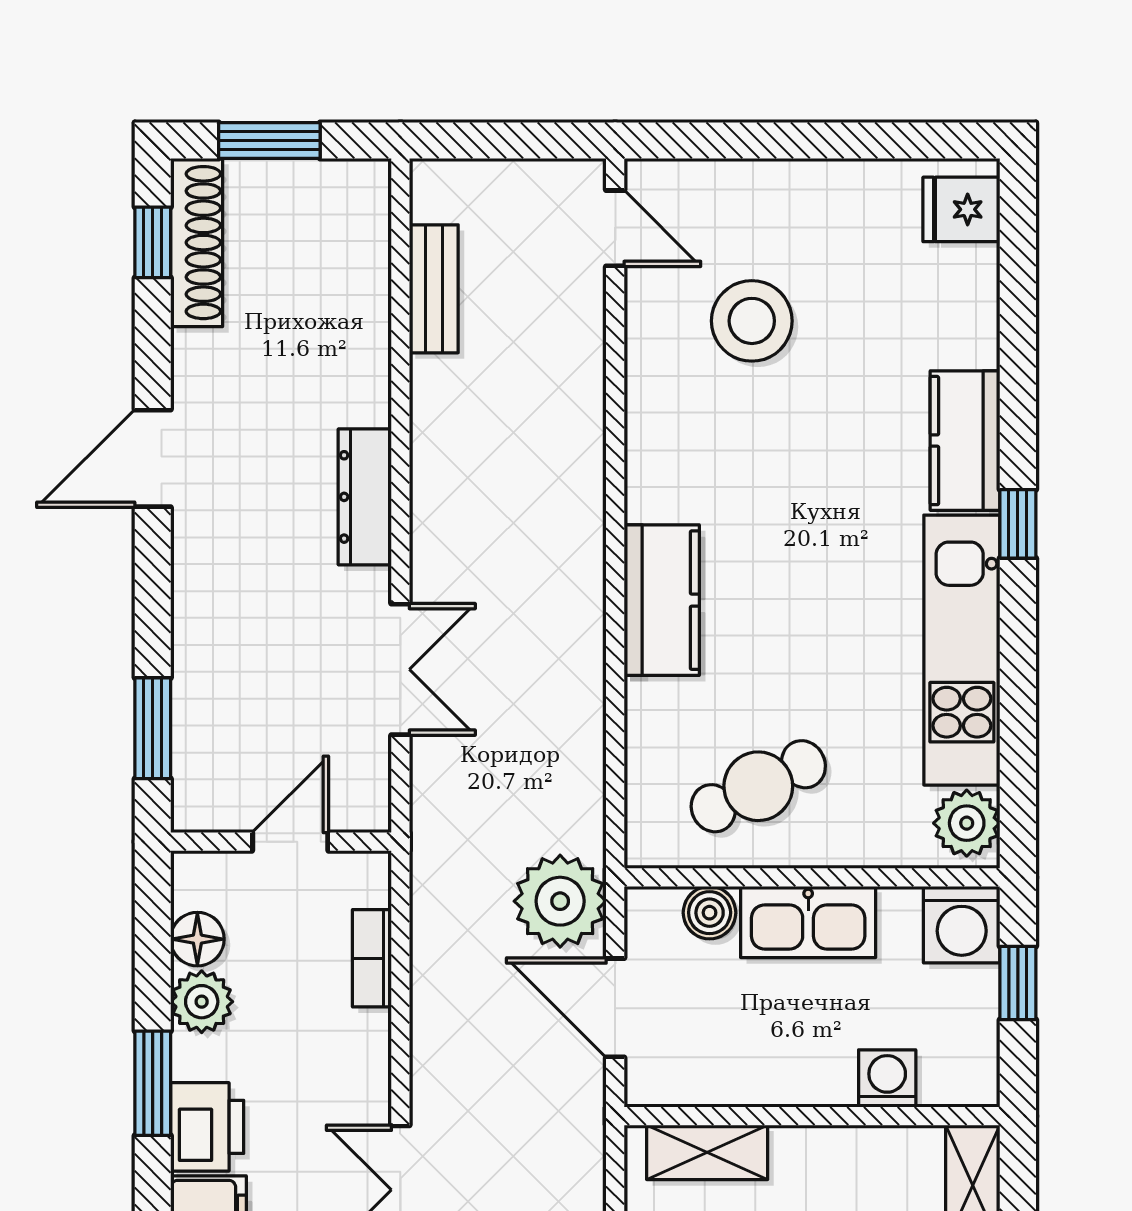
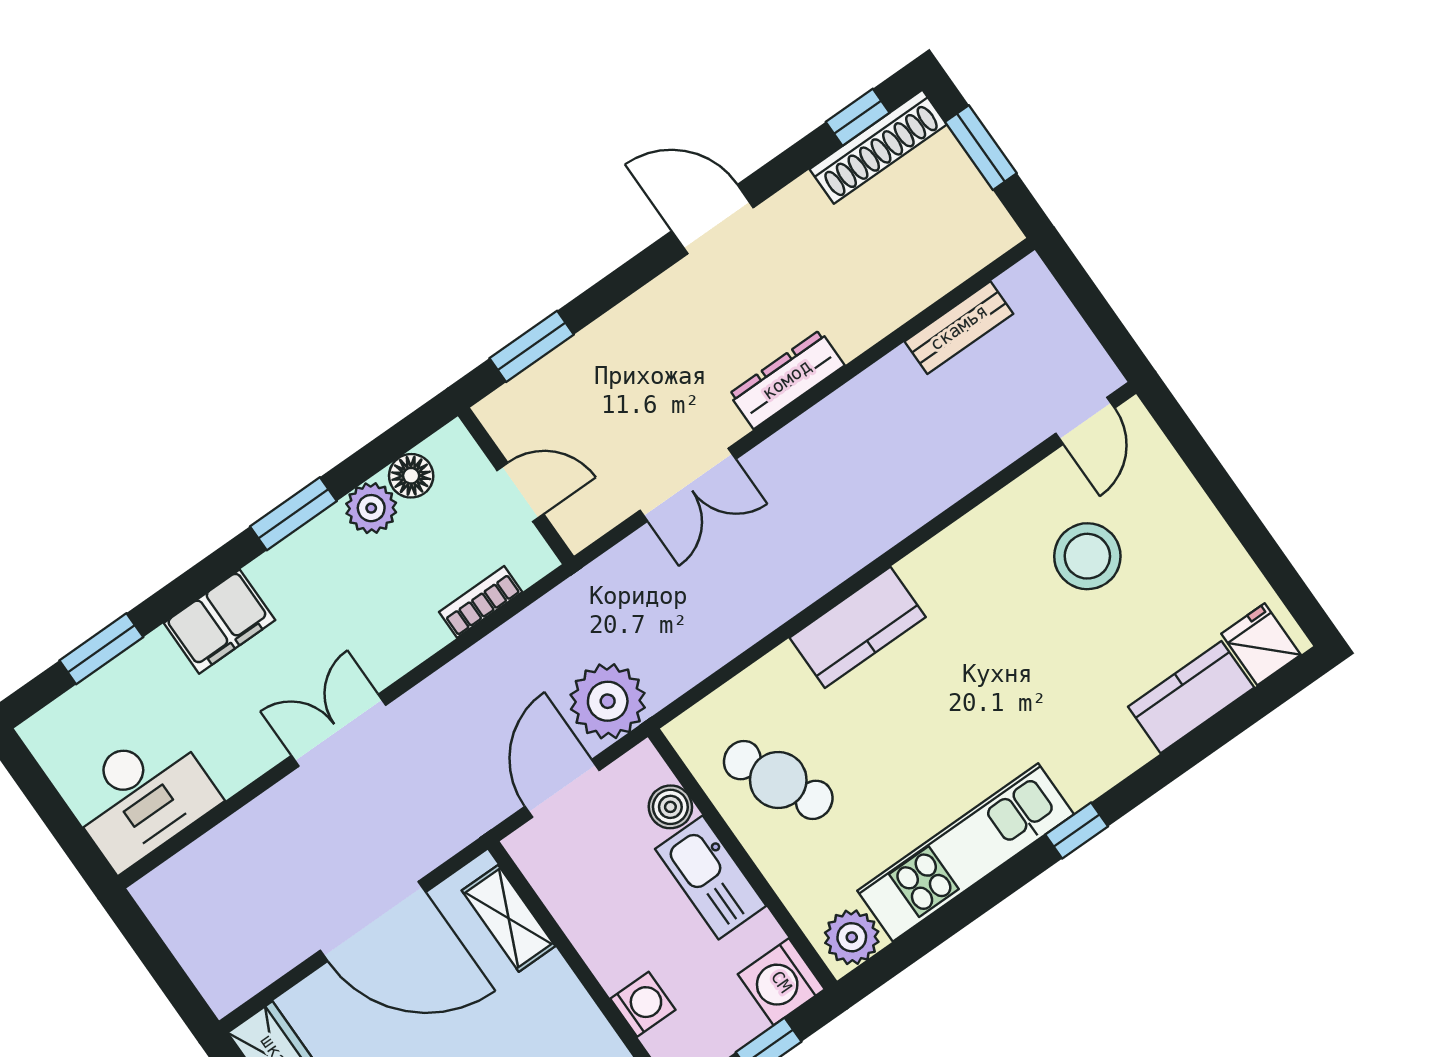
kitchen counter: (965, 441) -> (1191, 697), moved
printer: (207, 1127) -> (290, 571), removed

